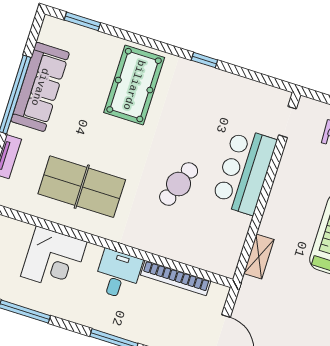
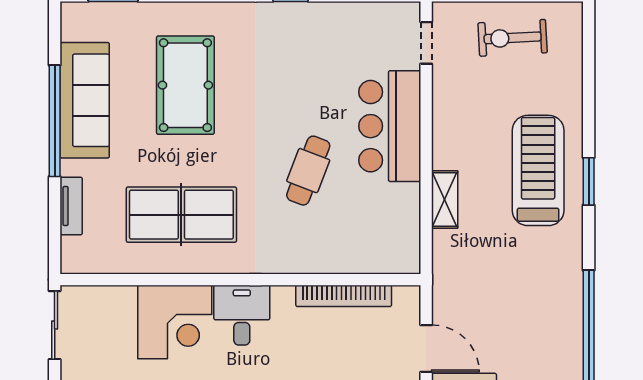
pool table: (134, 85) -> (185, 85), moved
shelving: (259, 256) -> (445, 199), moved
desk: (118, 274) -> (242, 315), moved

